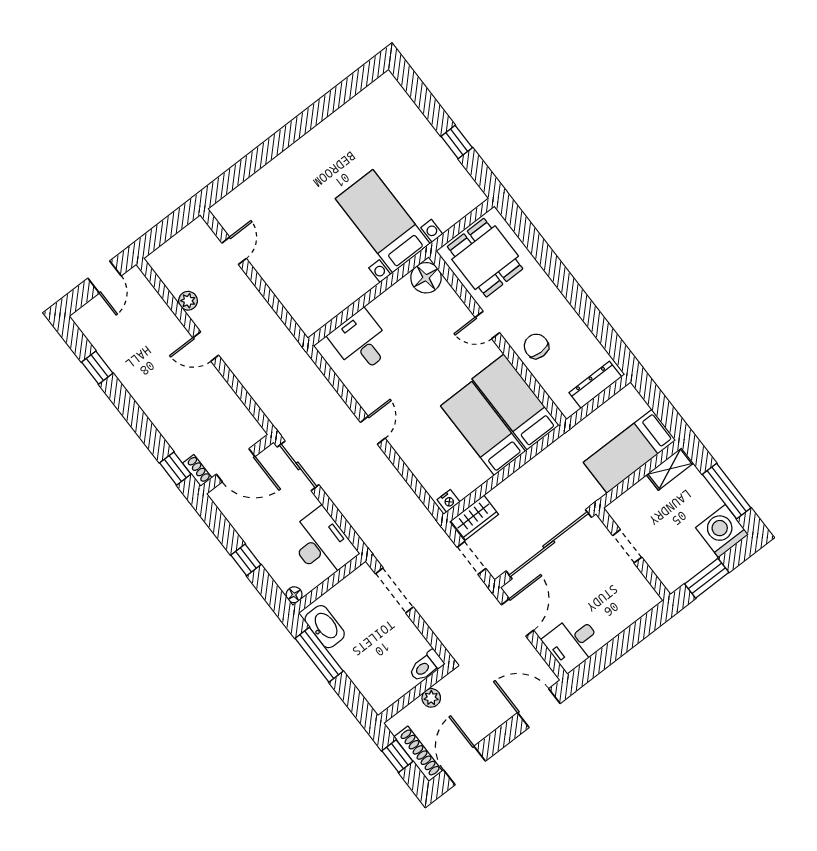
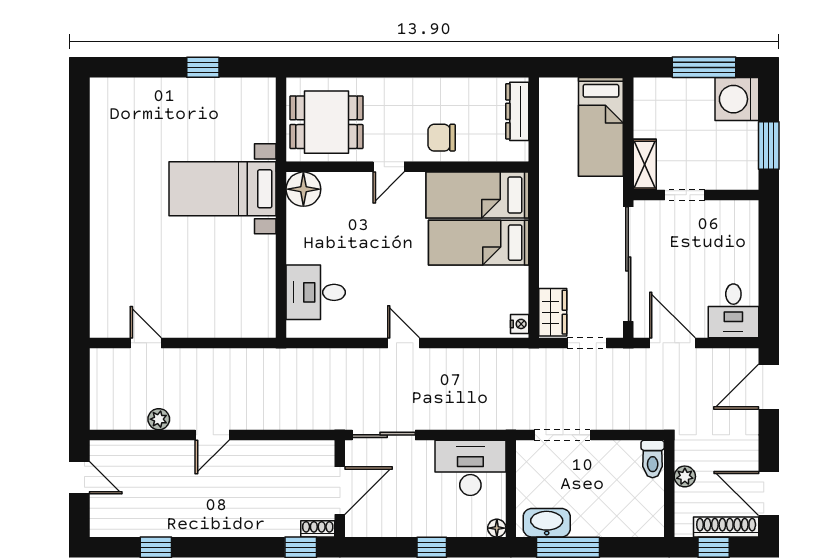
shelving: (670, 469) -> (645, 165), moved

